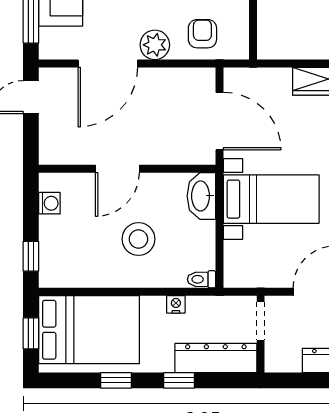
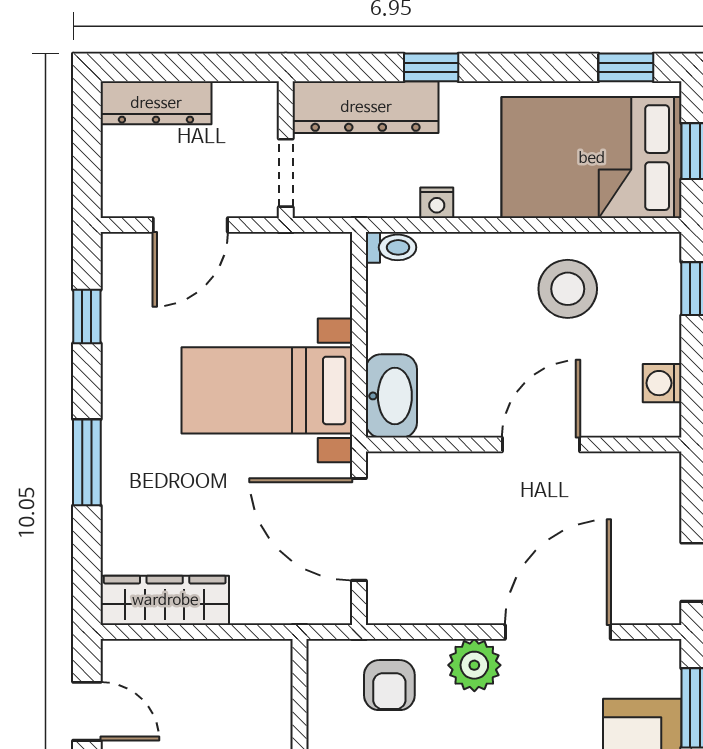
stool: (138, 239) -> (568, 289), moved
window: (116, 380) -> (626, 67), moved

